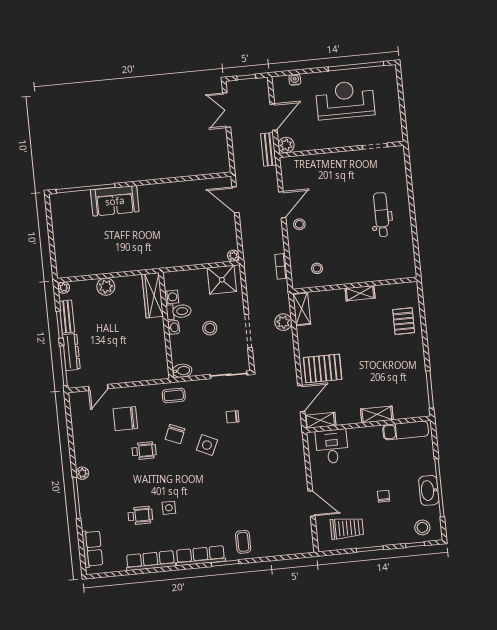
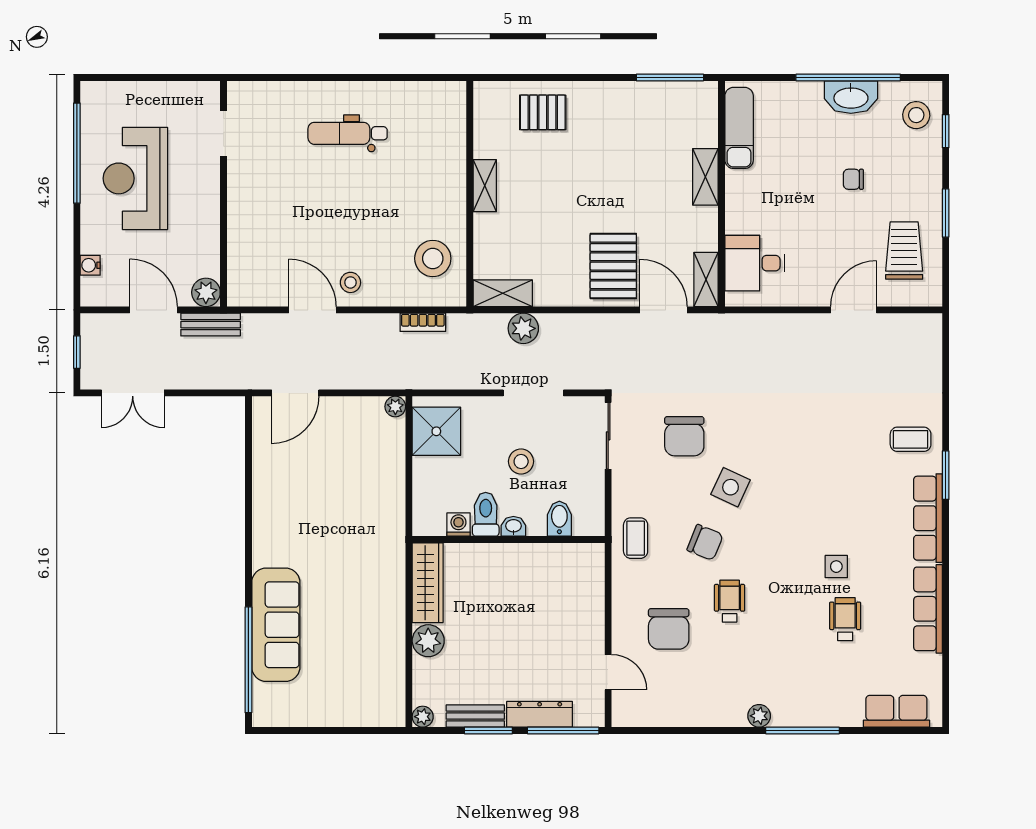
sofa: (115, 201) -> (276, 625), width x1.36
stool: (317, 268) -> (433, 258), width x1.89, depth x1.89
wardrobe: (153, 295) -> (428, 583), moved, turned -90
bidet: (182, 371) -> (559, 519), moved
chair: (233, 417) -> (684, 436), width x1.87, depth x1.87

